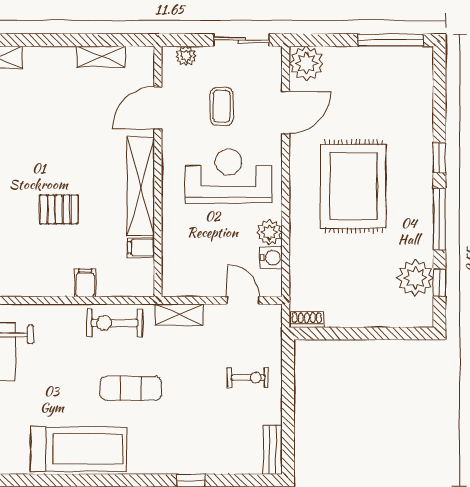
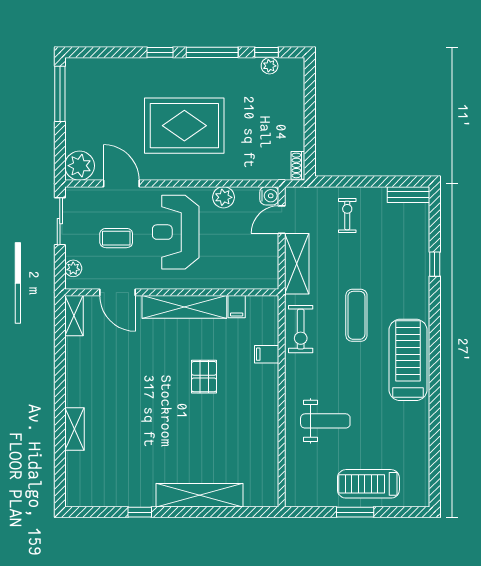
shelving: (101, 57) -> (74, 316), moved
water cooler: (271, 258) -> (269, 196), moved, turned 90
plant: (415, 278) -> (270, 66), width x0.53, depth x0.53
shelving: (179, 315) -> (297, 264), width x1.50, depth x1.33

